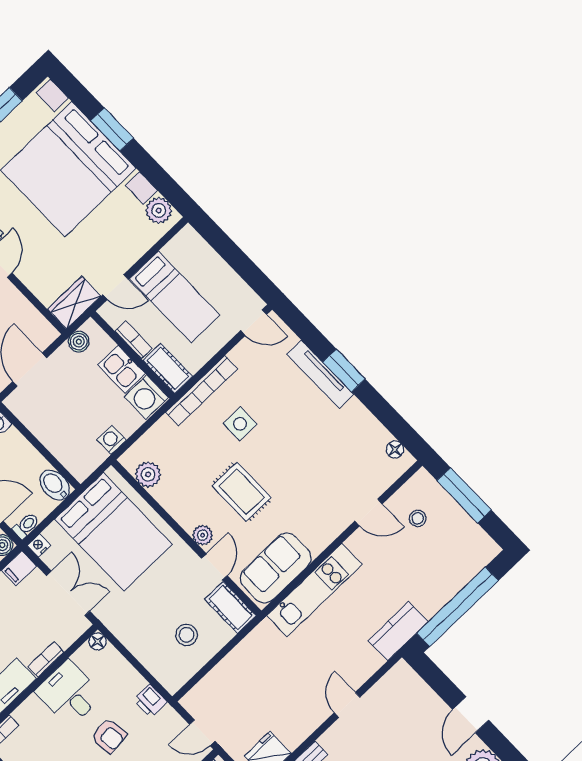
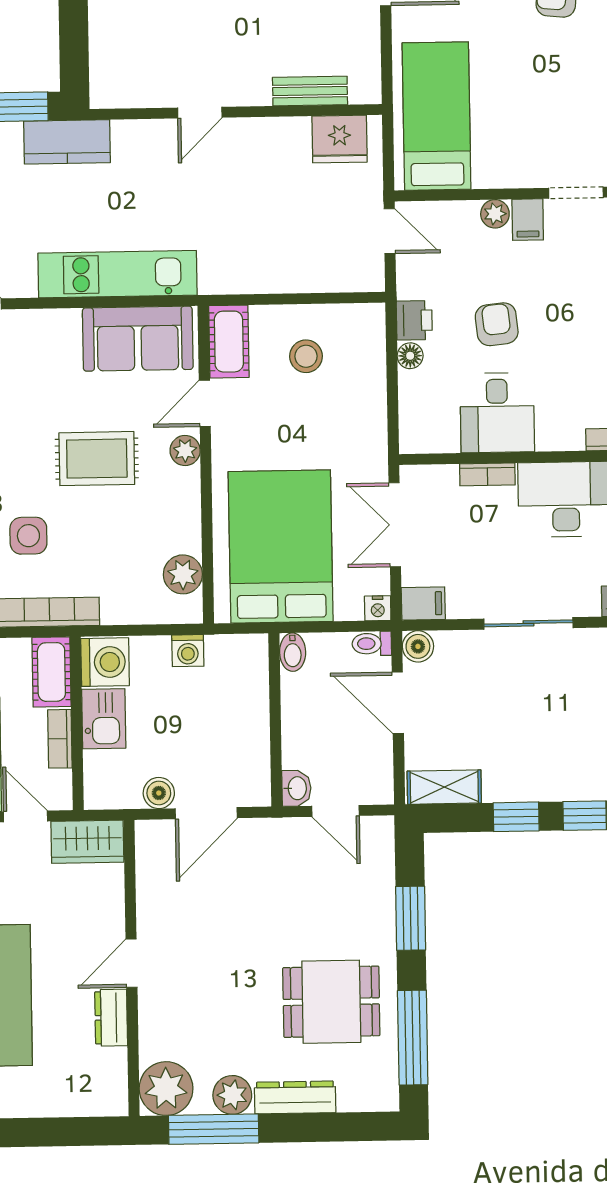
boiler: (79, 342) -> (159, 793), moved
bidet: (55, 485) -> (293, 652), width x0.72, depth x0.74
rug: (242, 492) -> (97, 459), turned 90
floor lamp: (98, 641) -> (410, 356), moved

